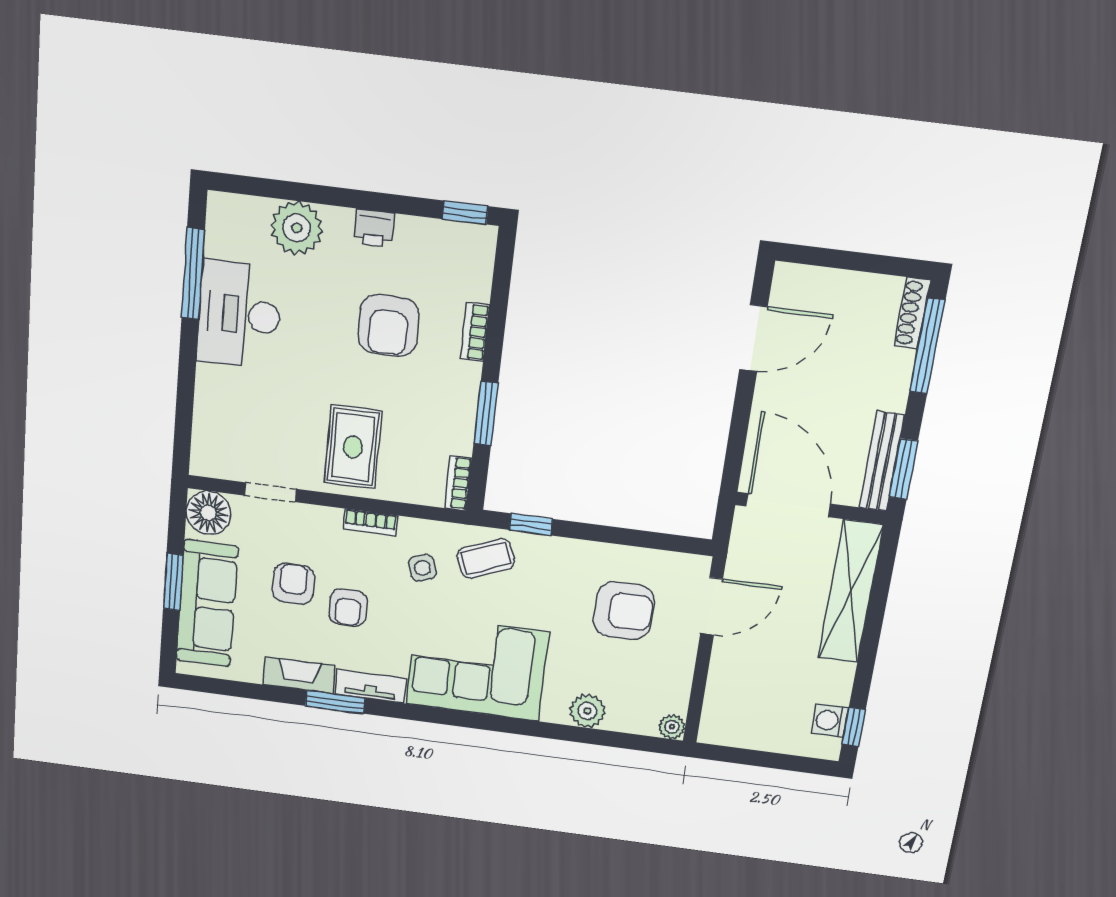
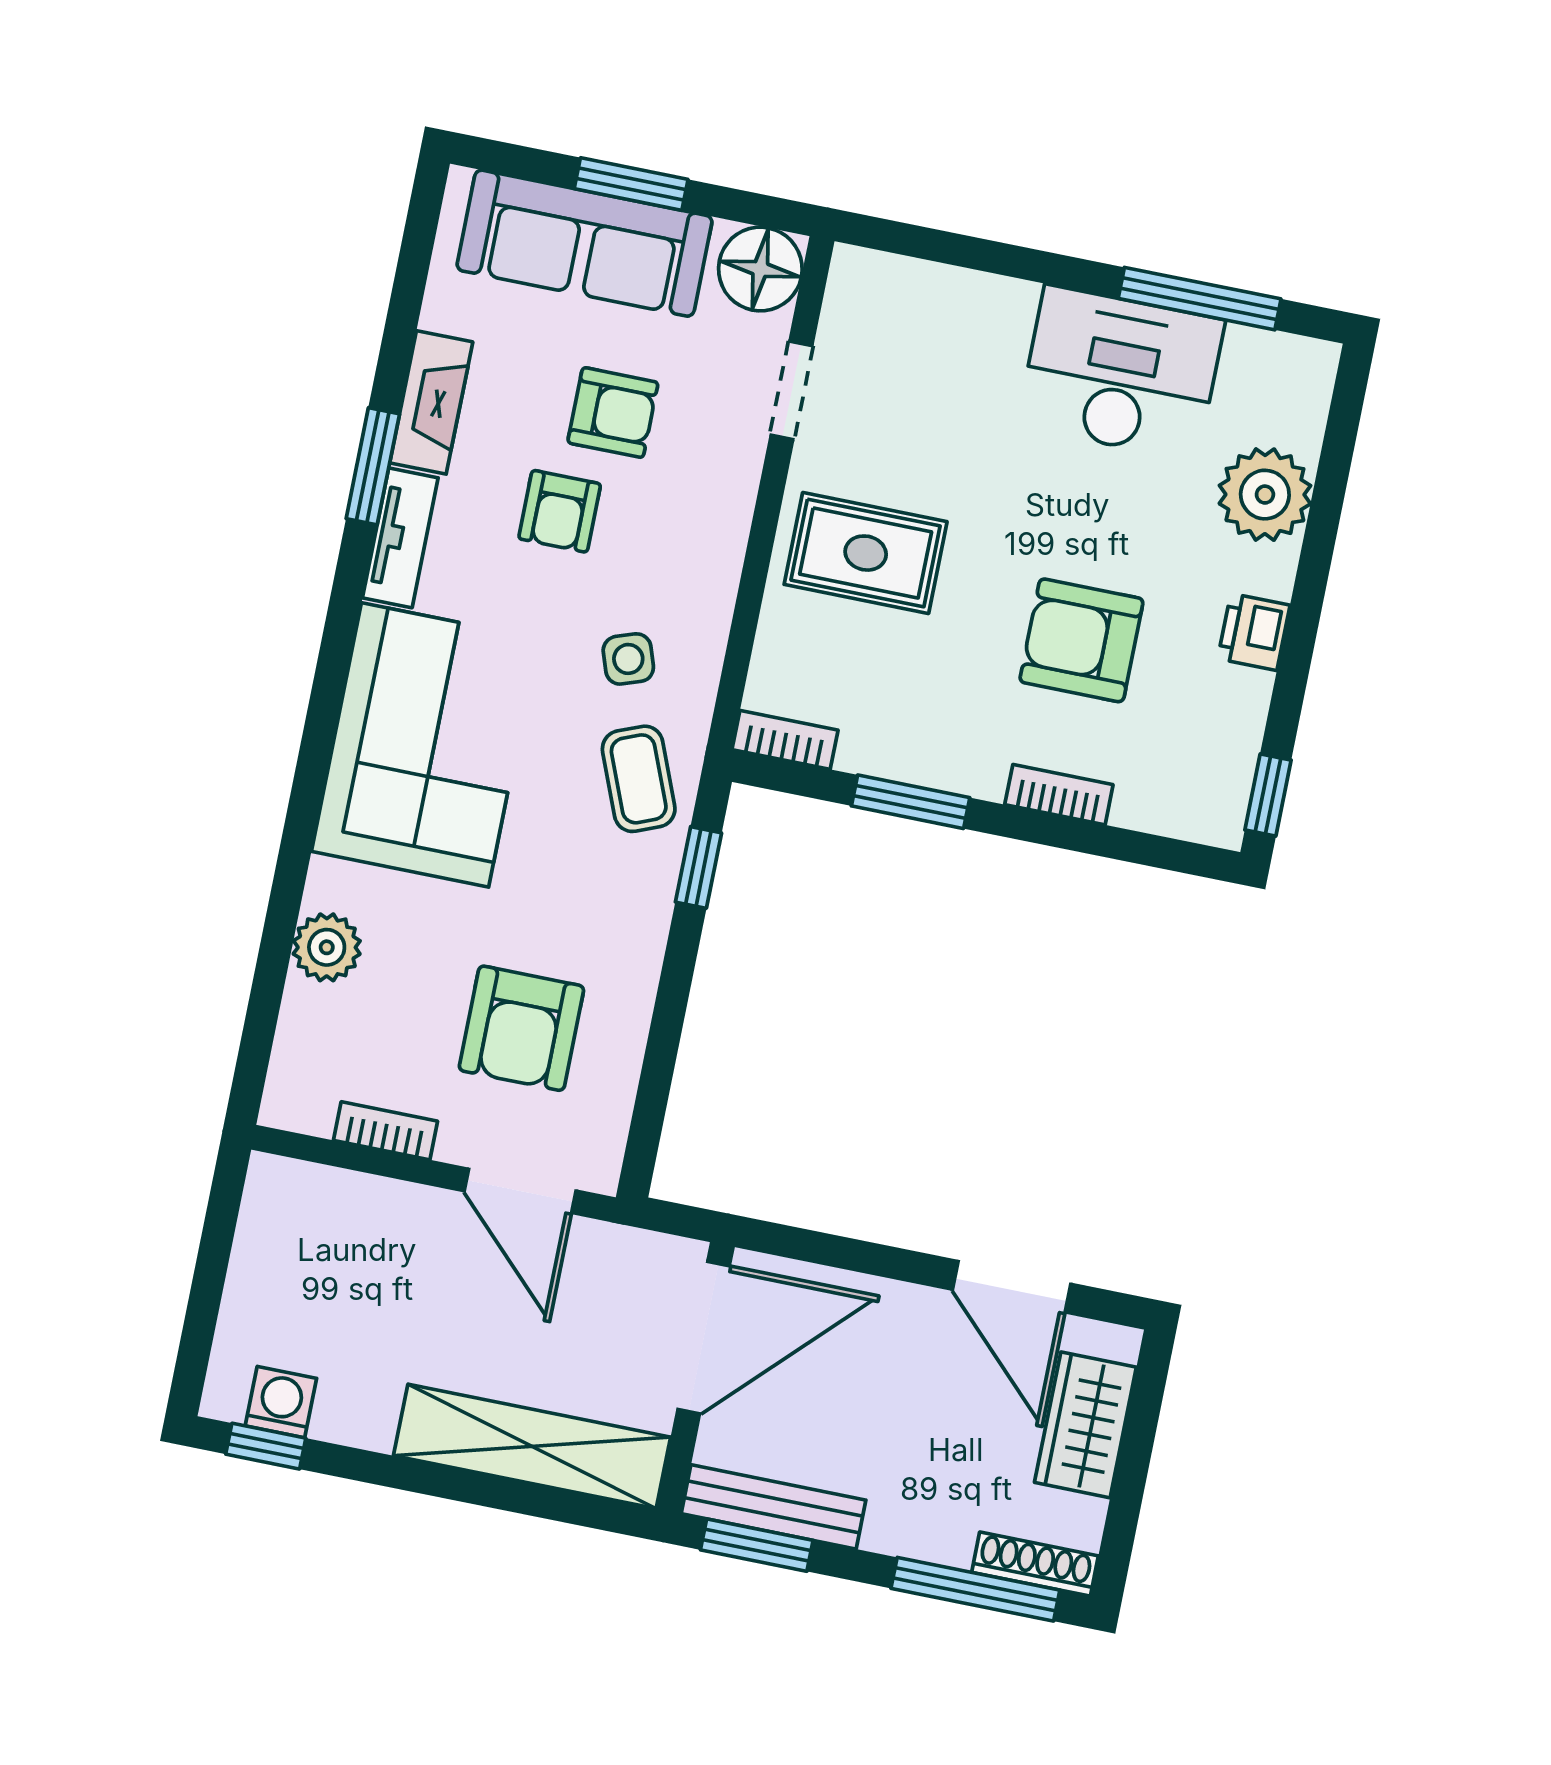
wardrobe: (831, 290) -> (1085, 1425), added
bookcase: (371, 522) -> (385, 1131), moved, turned 90
armchair: (348, 608) -> (560, 511), turned -90
plant: (672, 727) -> (285, 1105), removed

